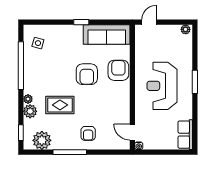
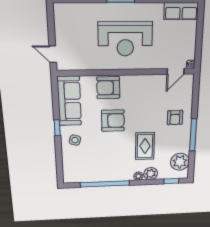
plant: (186, 29) -> (59, 11), removed
side table: (38, 43) -> (75, 140), moved
armchair: (88, 133) -> (175, 118), turned 90

